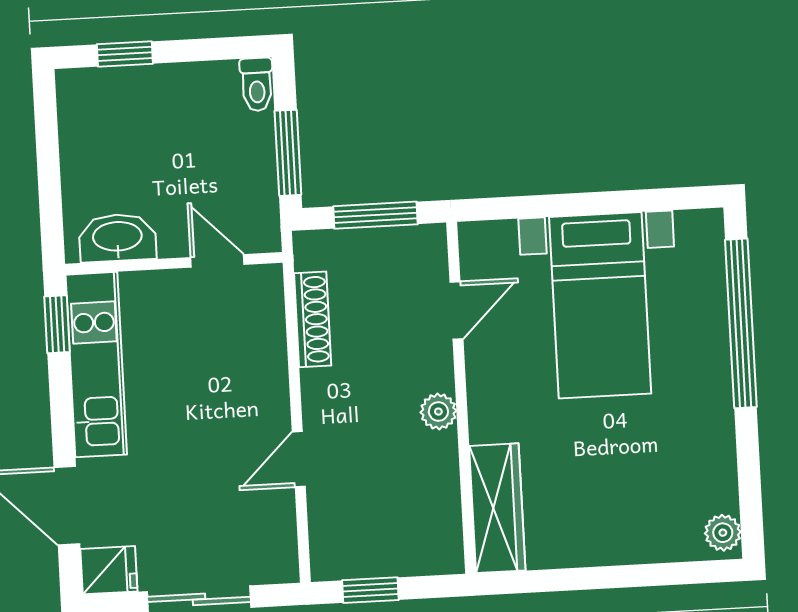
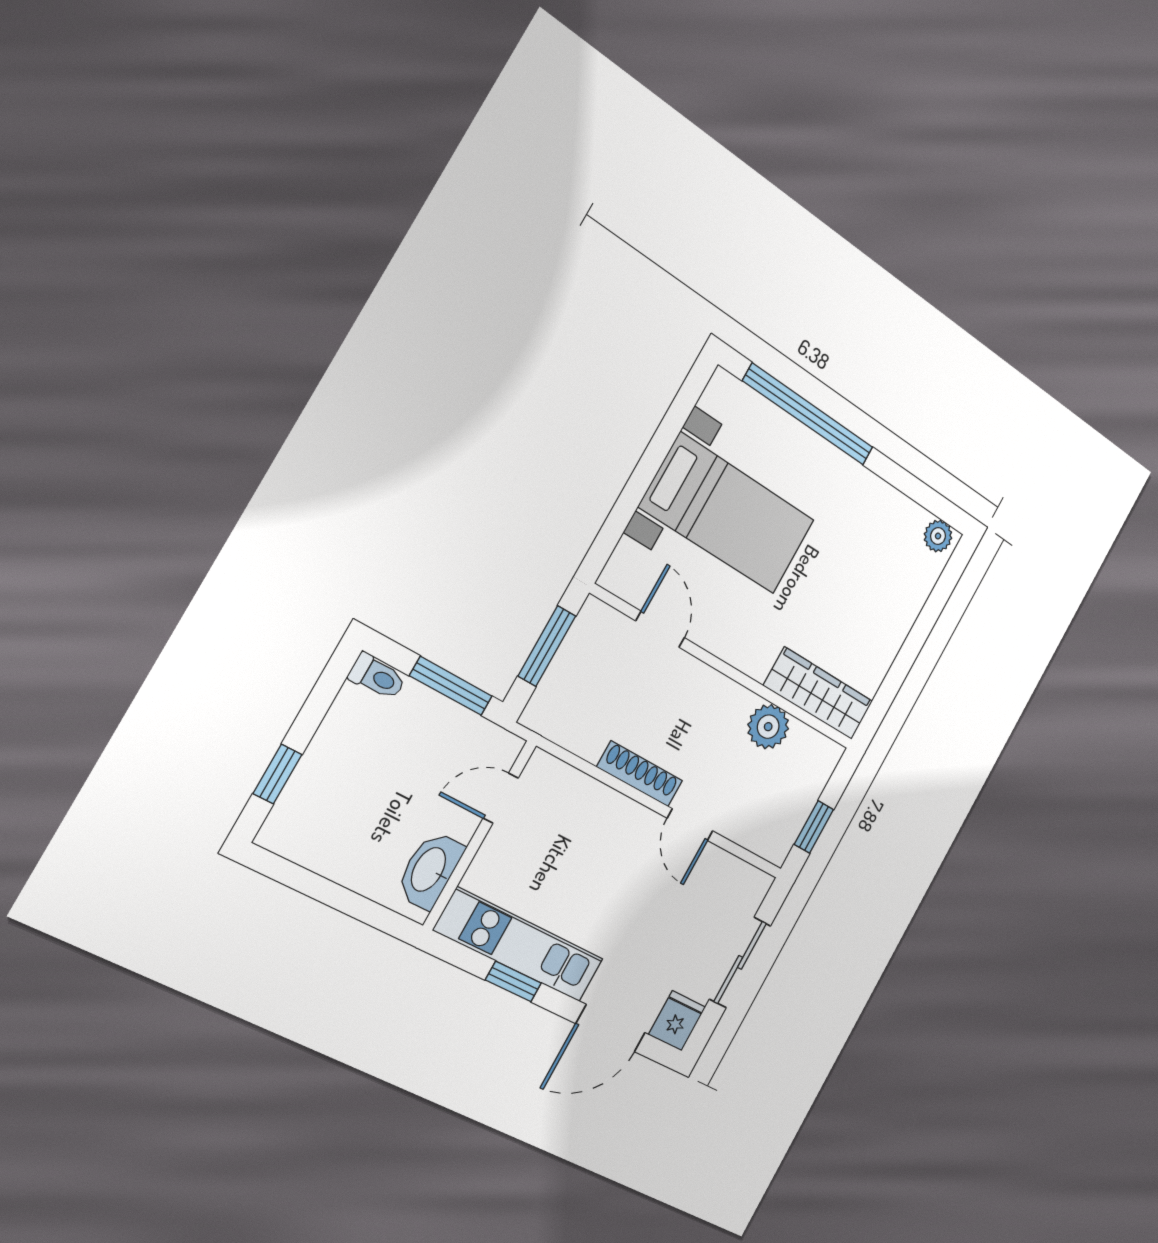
shoe rack: (313, 319) -> (640, 774), moved
window: (57, 324) -> (513, 982), moved
plant: (438, 412) -> (768, 727), moved, width x1.38, depth x1.38

